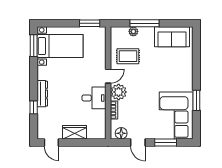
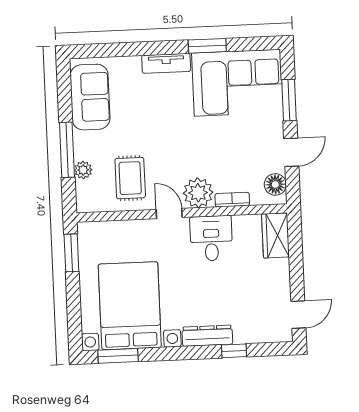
bed with nightstands: (60, 46) -> (130, 306), width x1.36
tv unit: (188, 78) -> (166, 63), added
wardrobe: (75, 132) -> (276, 235), moved

